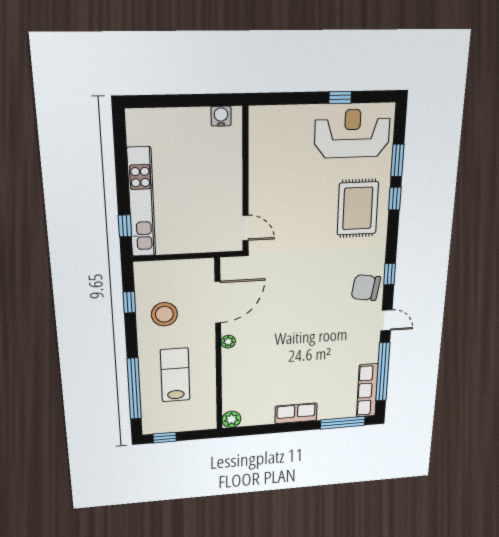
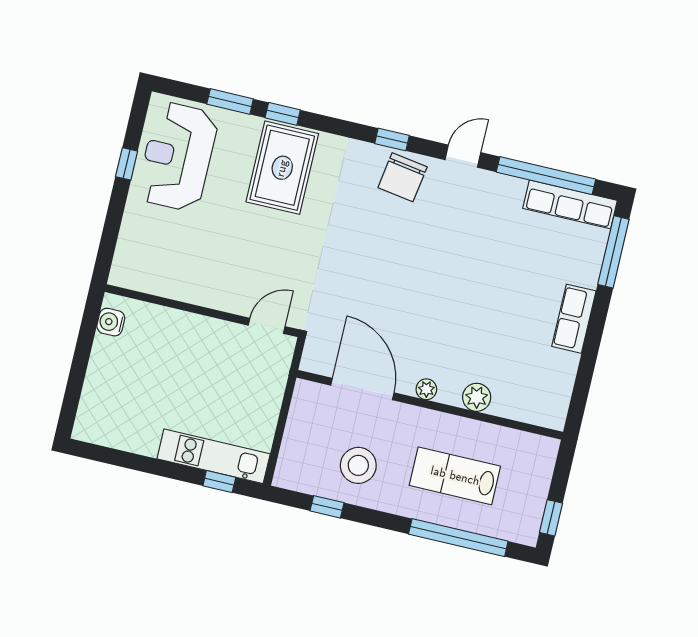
kitchen unit: (141, 202) -> (214, 456), width x0.73
rug: (358, 208) -> (282, 168), turned 90
plant: (231, 419) -> (477, 397), moved

